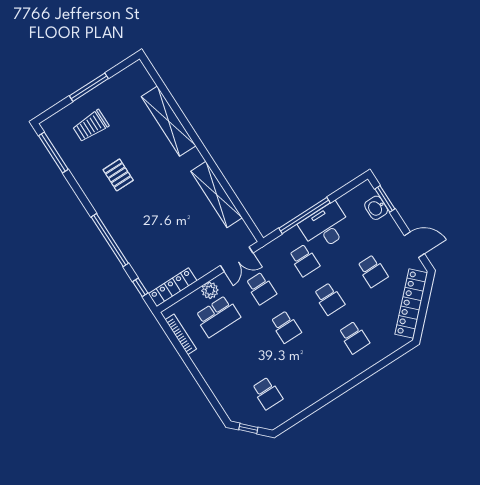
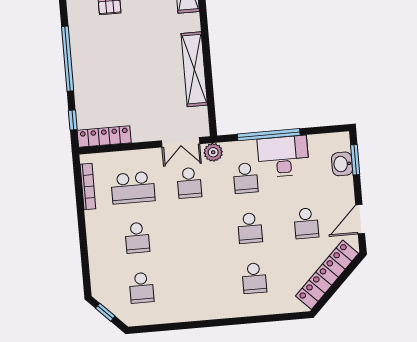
door: (414, 245) -> (360, 219), swing flipped
plant: (210, 290) -> (213, 152), moved
school desk: (286, 327) -> (137, 238), moved

